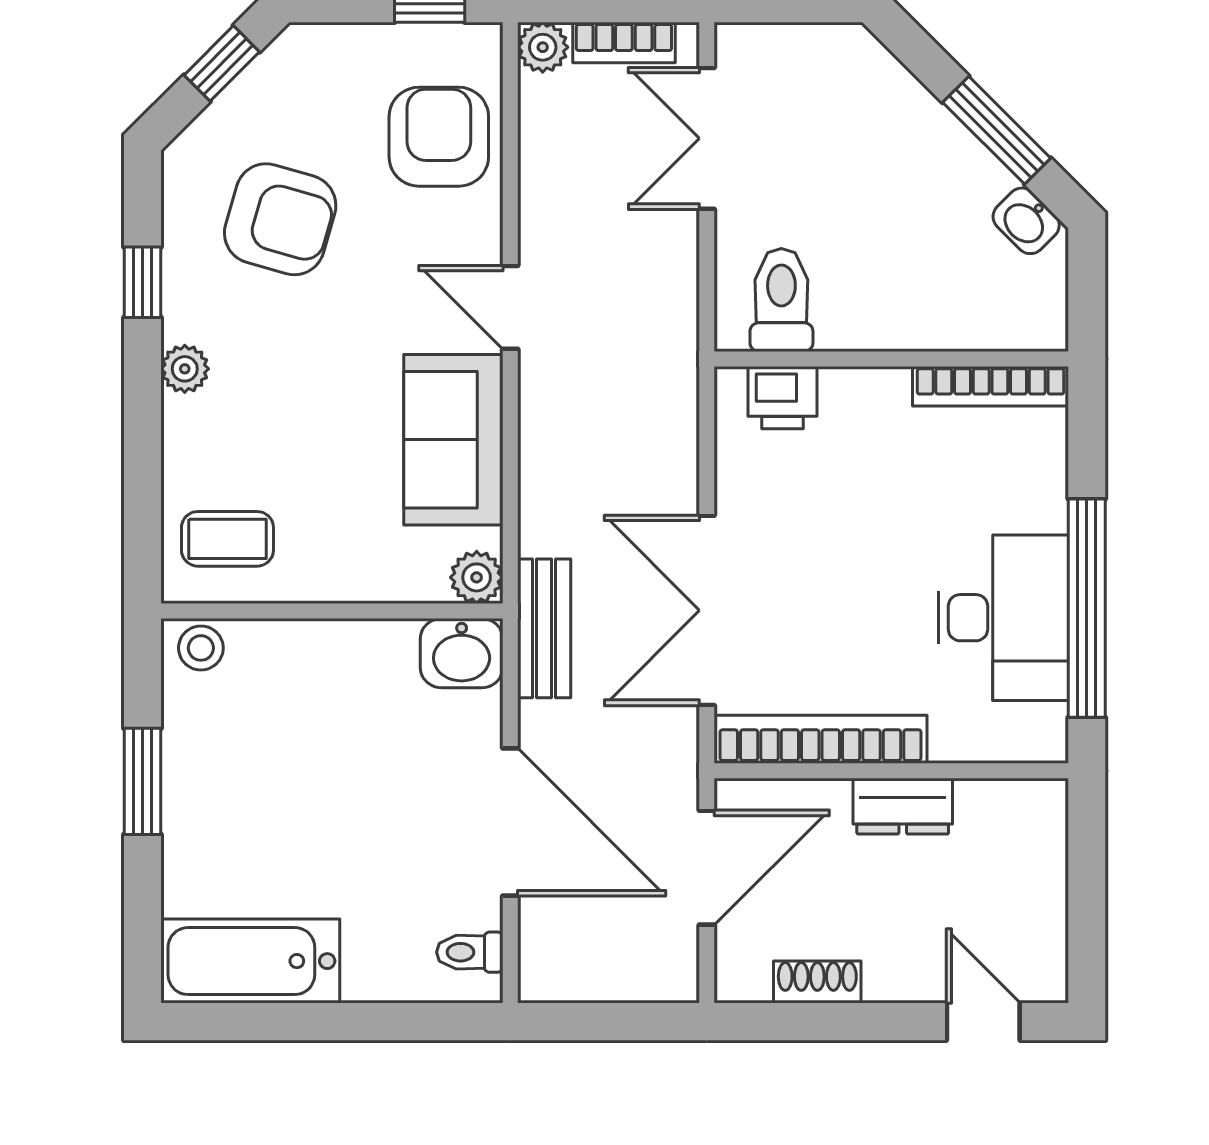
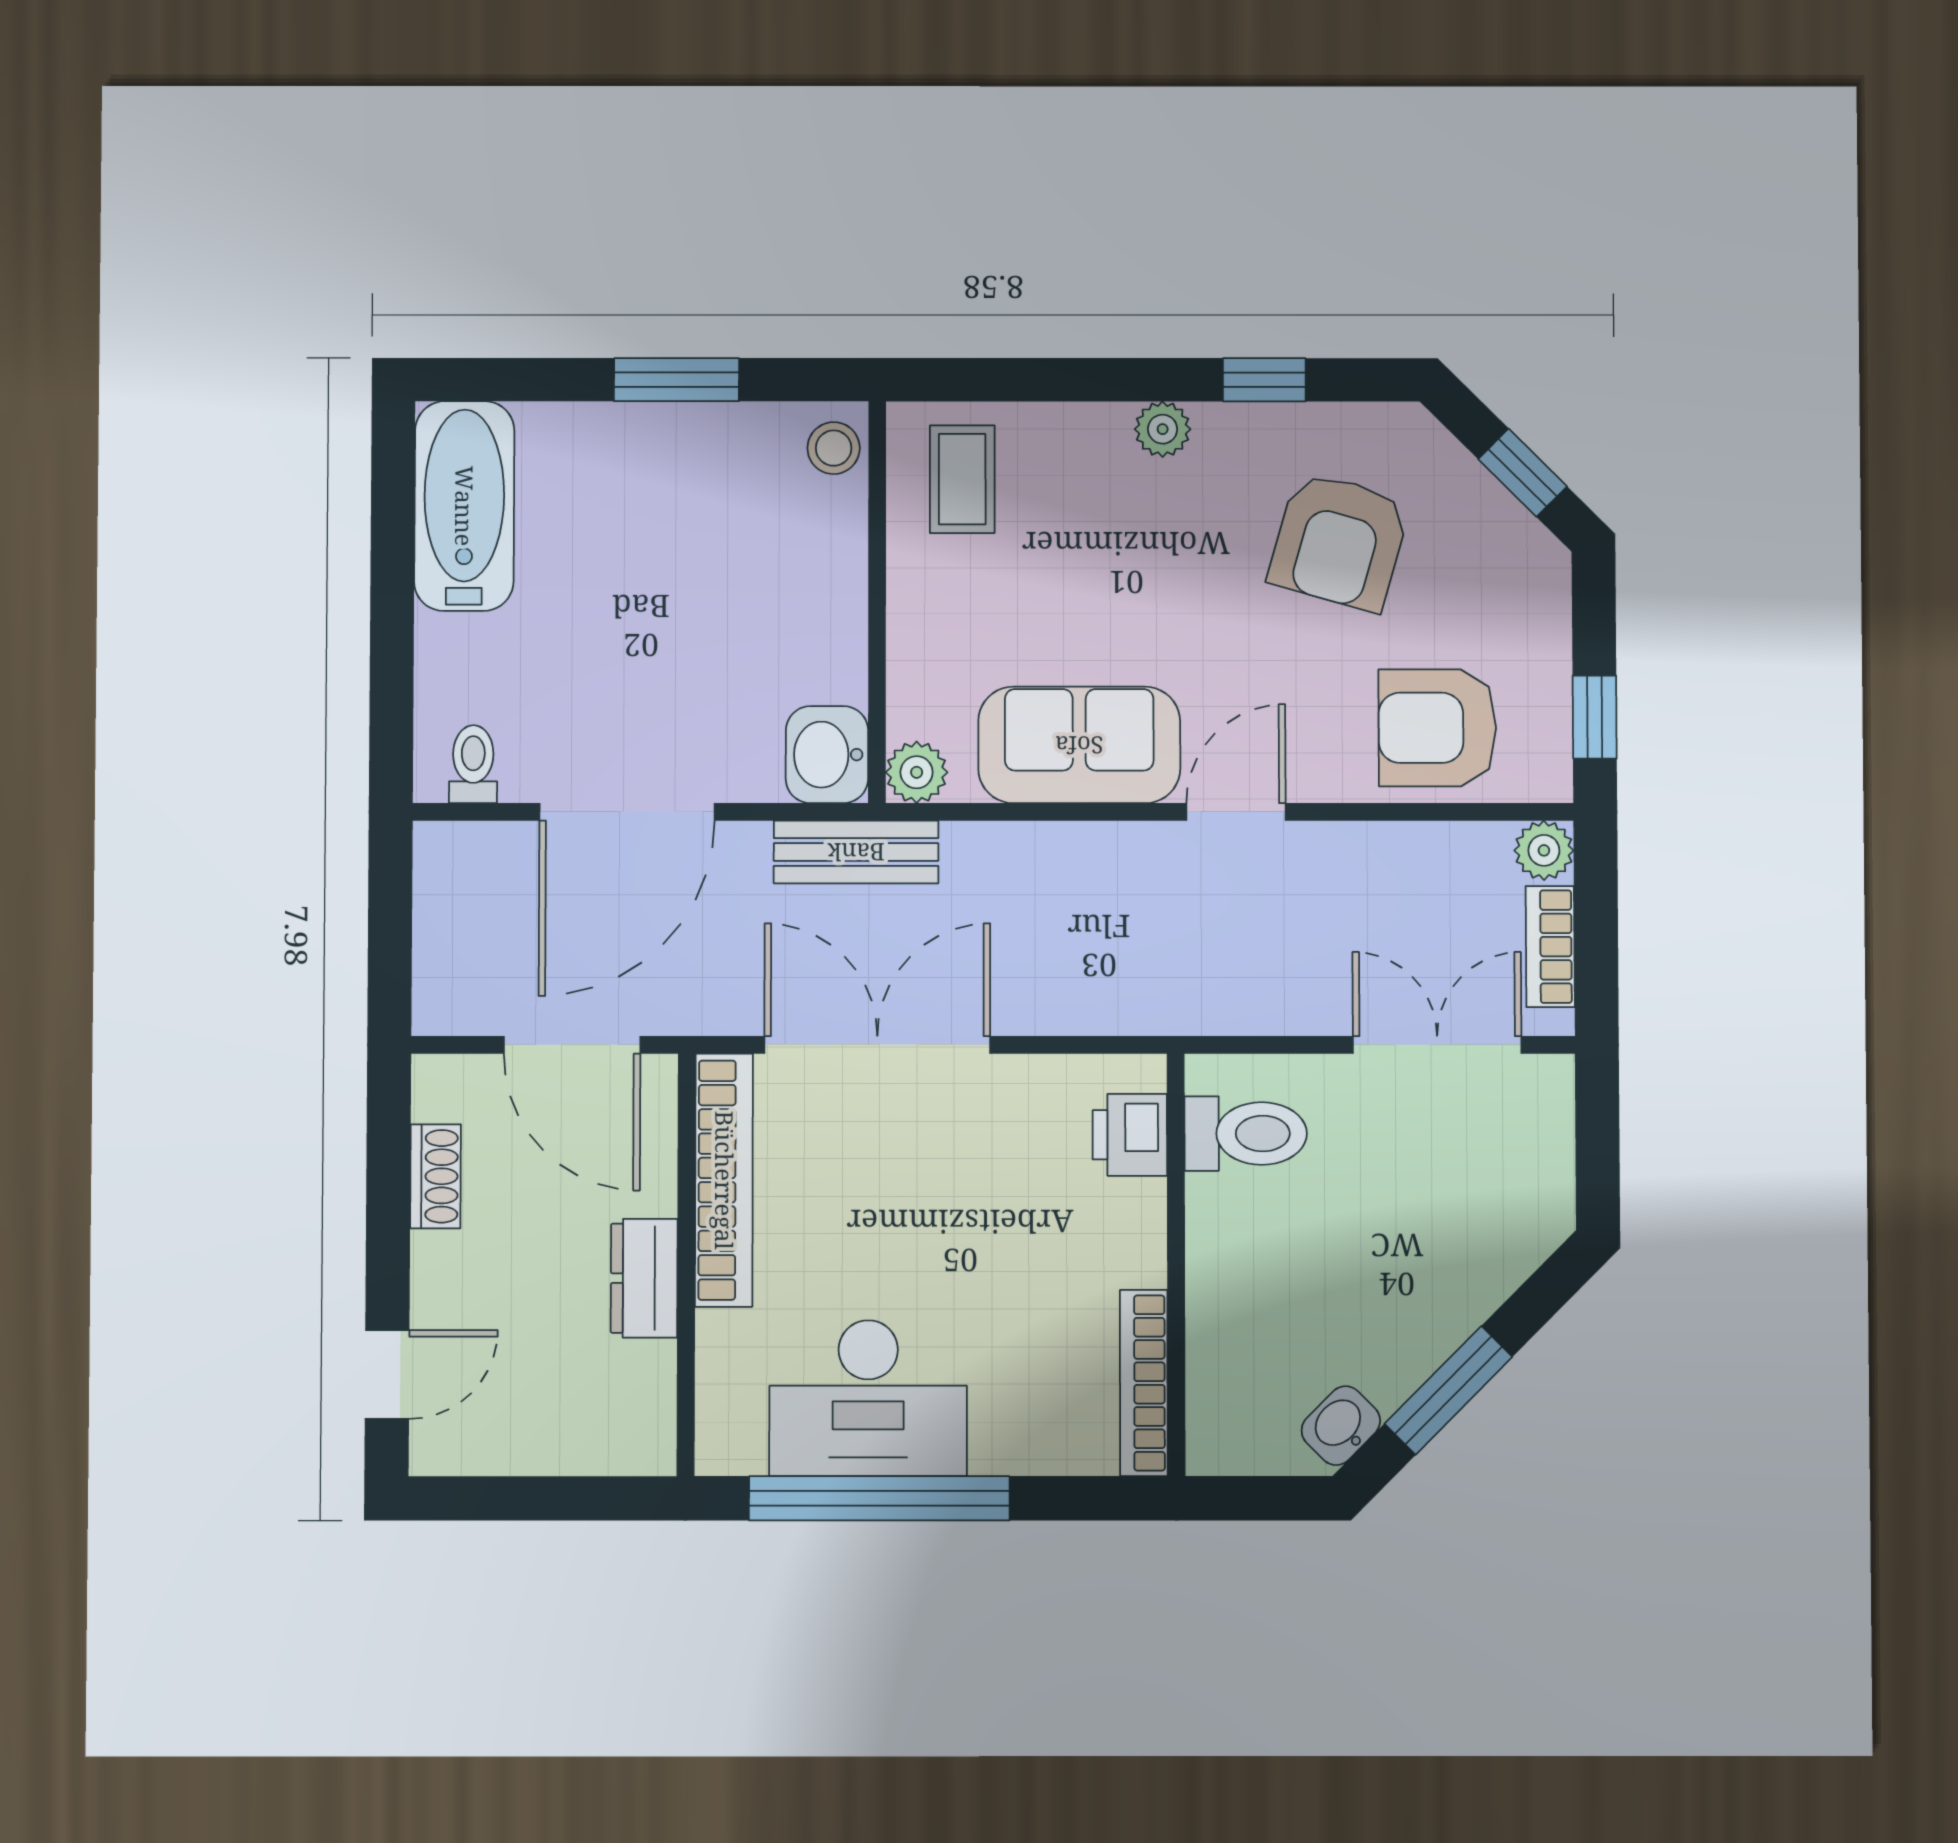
armchair: (439, 137) -> (1437, 728), turned 180

